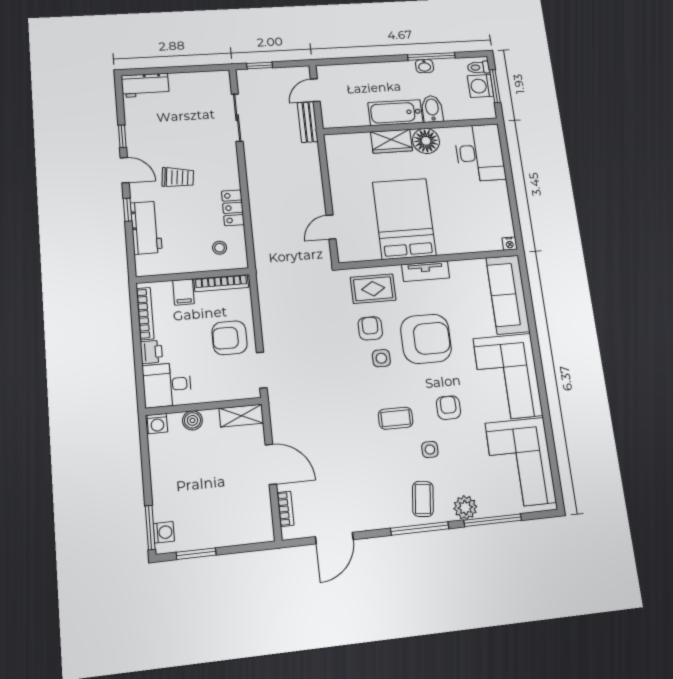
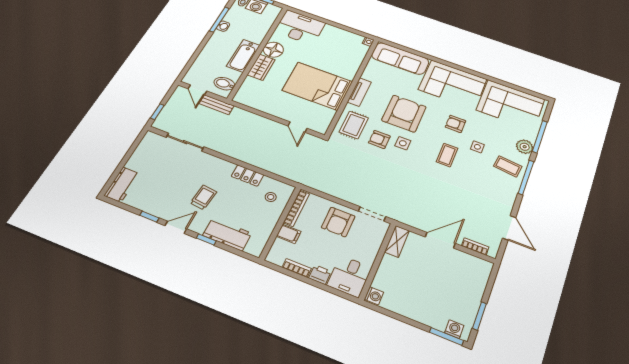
bidet: (432, 109) -> (224, 84), moved
bookcase: (145, 314) -> (297, 268), width x0.64
boiler: (192, 420) -> (384, 273), removed

